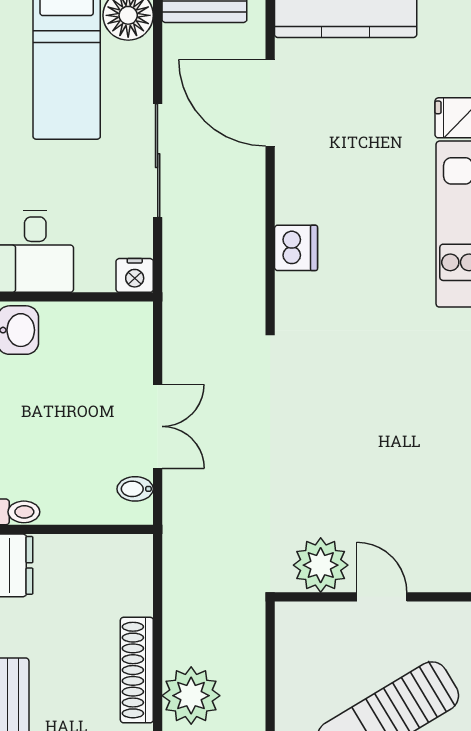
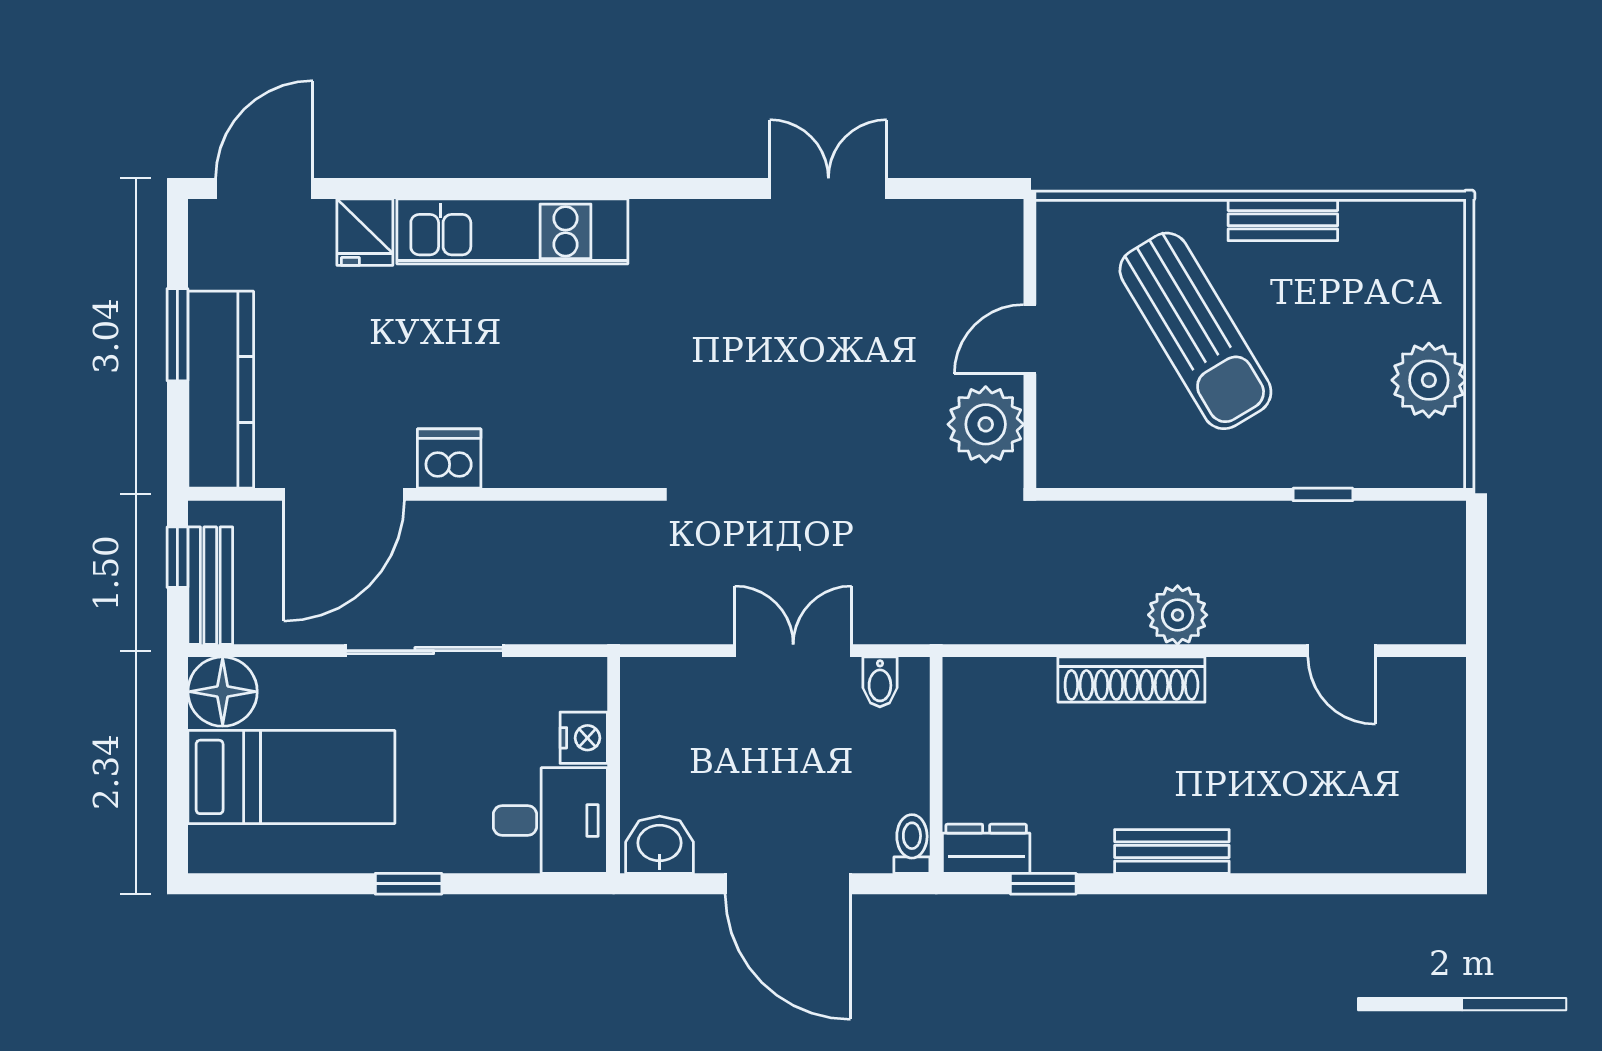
dishwasher: (296, 248) -> (449, 459), moved
nightstand: (135, 275) -> (584, 738), moved
plant: (191, 696) -> (1178, 615), width x0.73, depth x0.73

